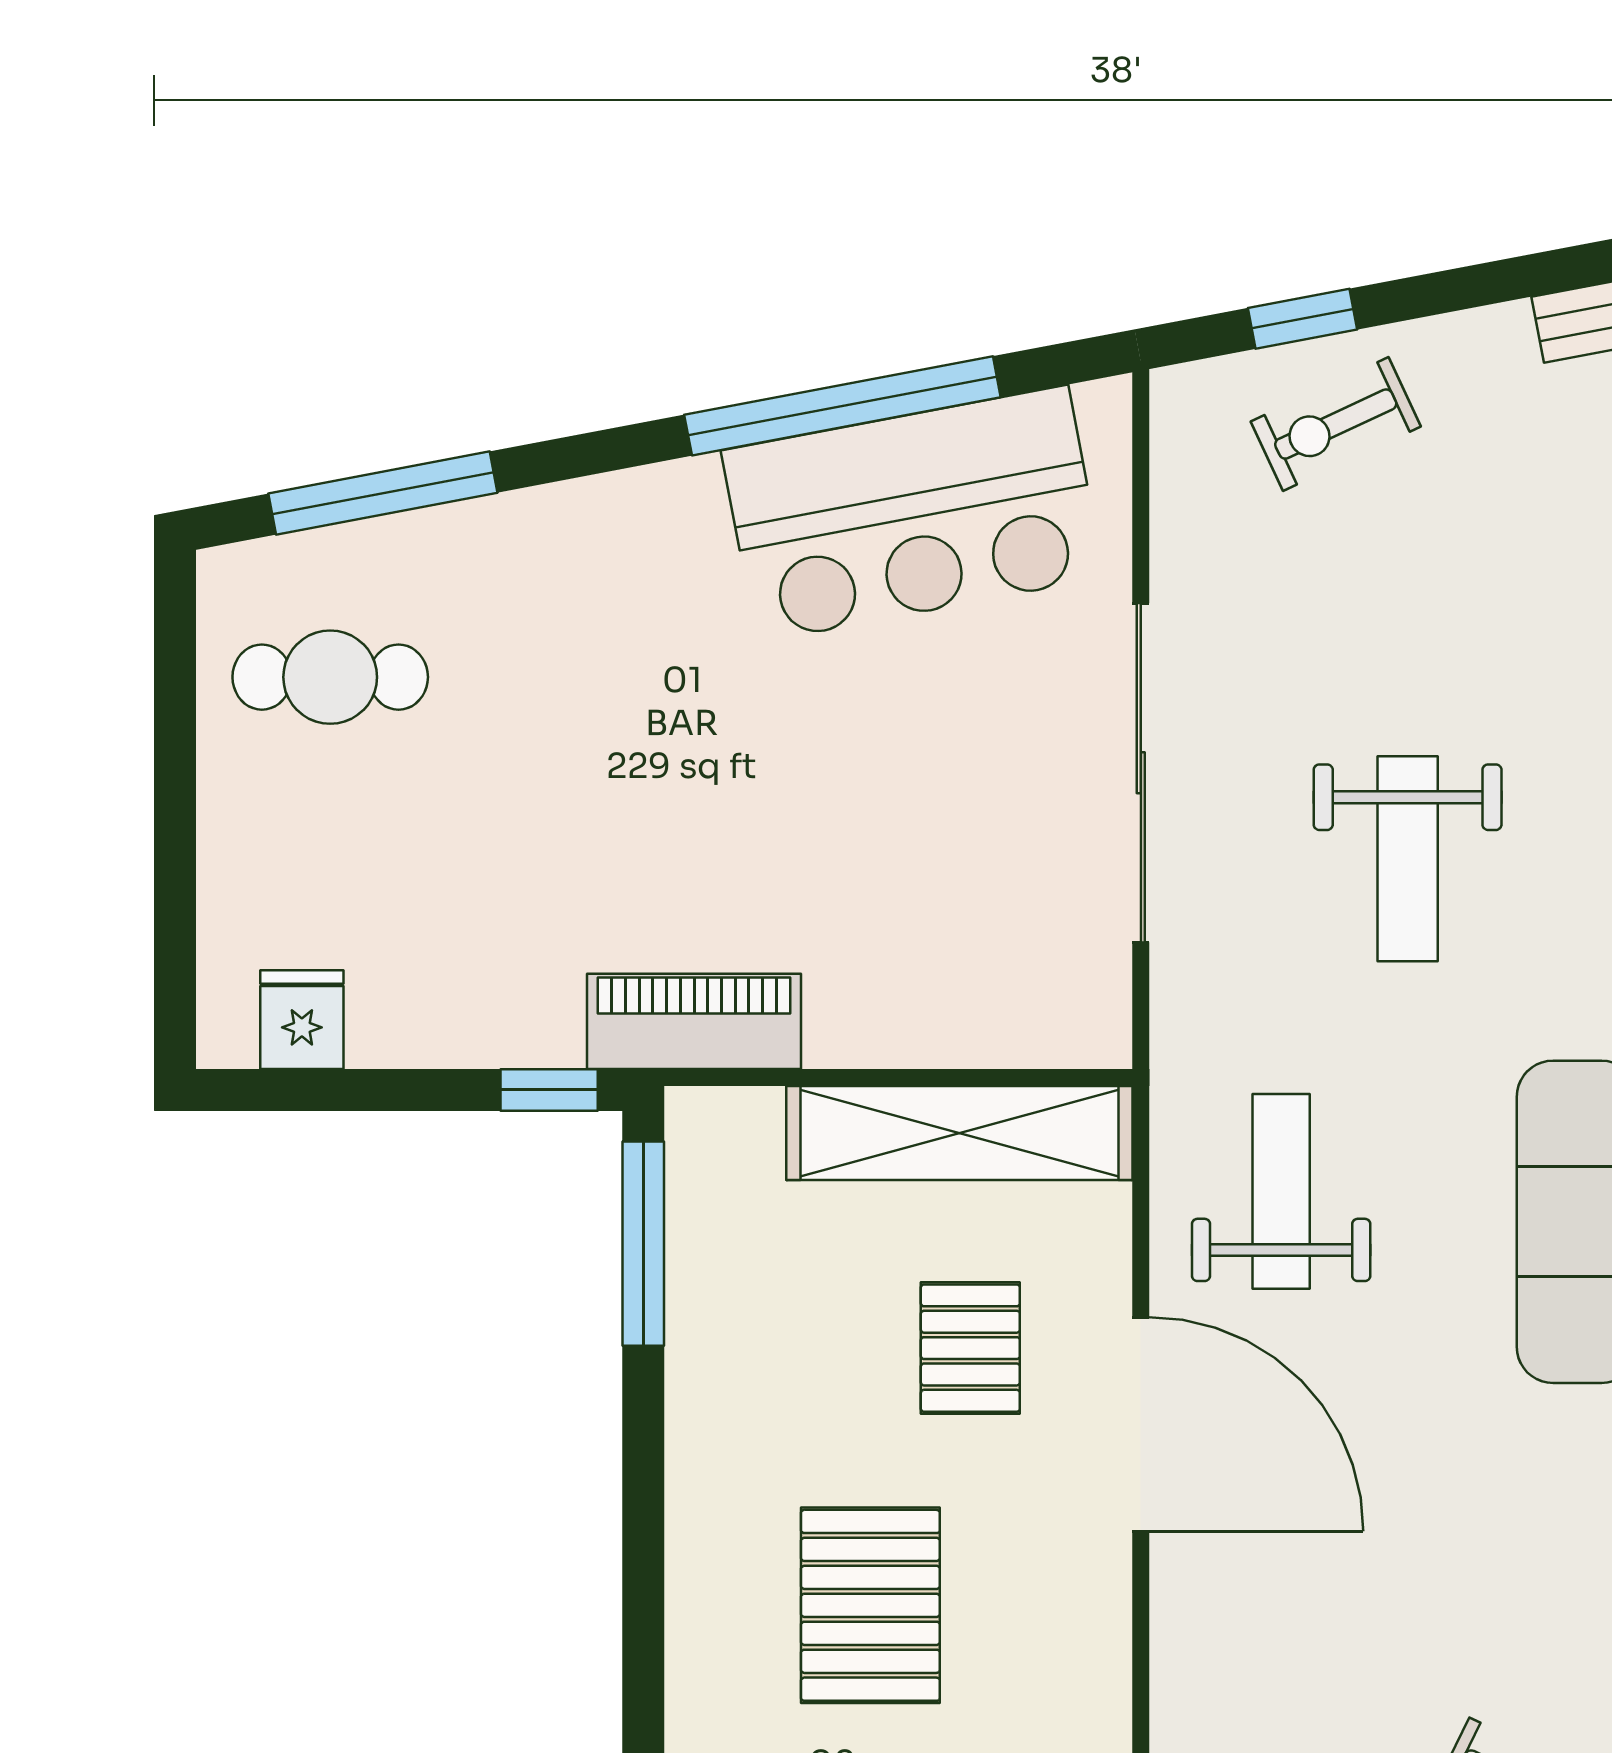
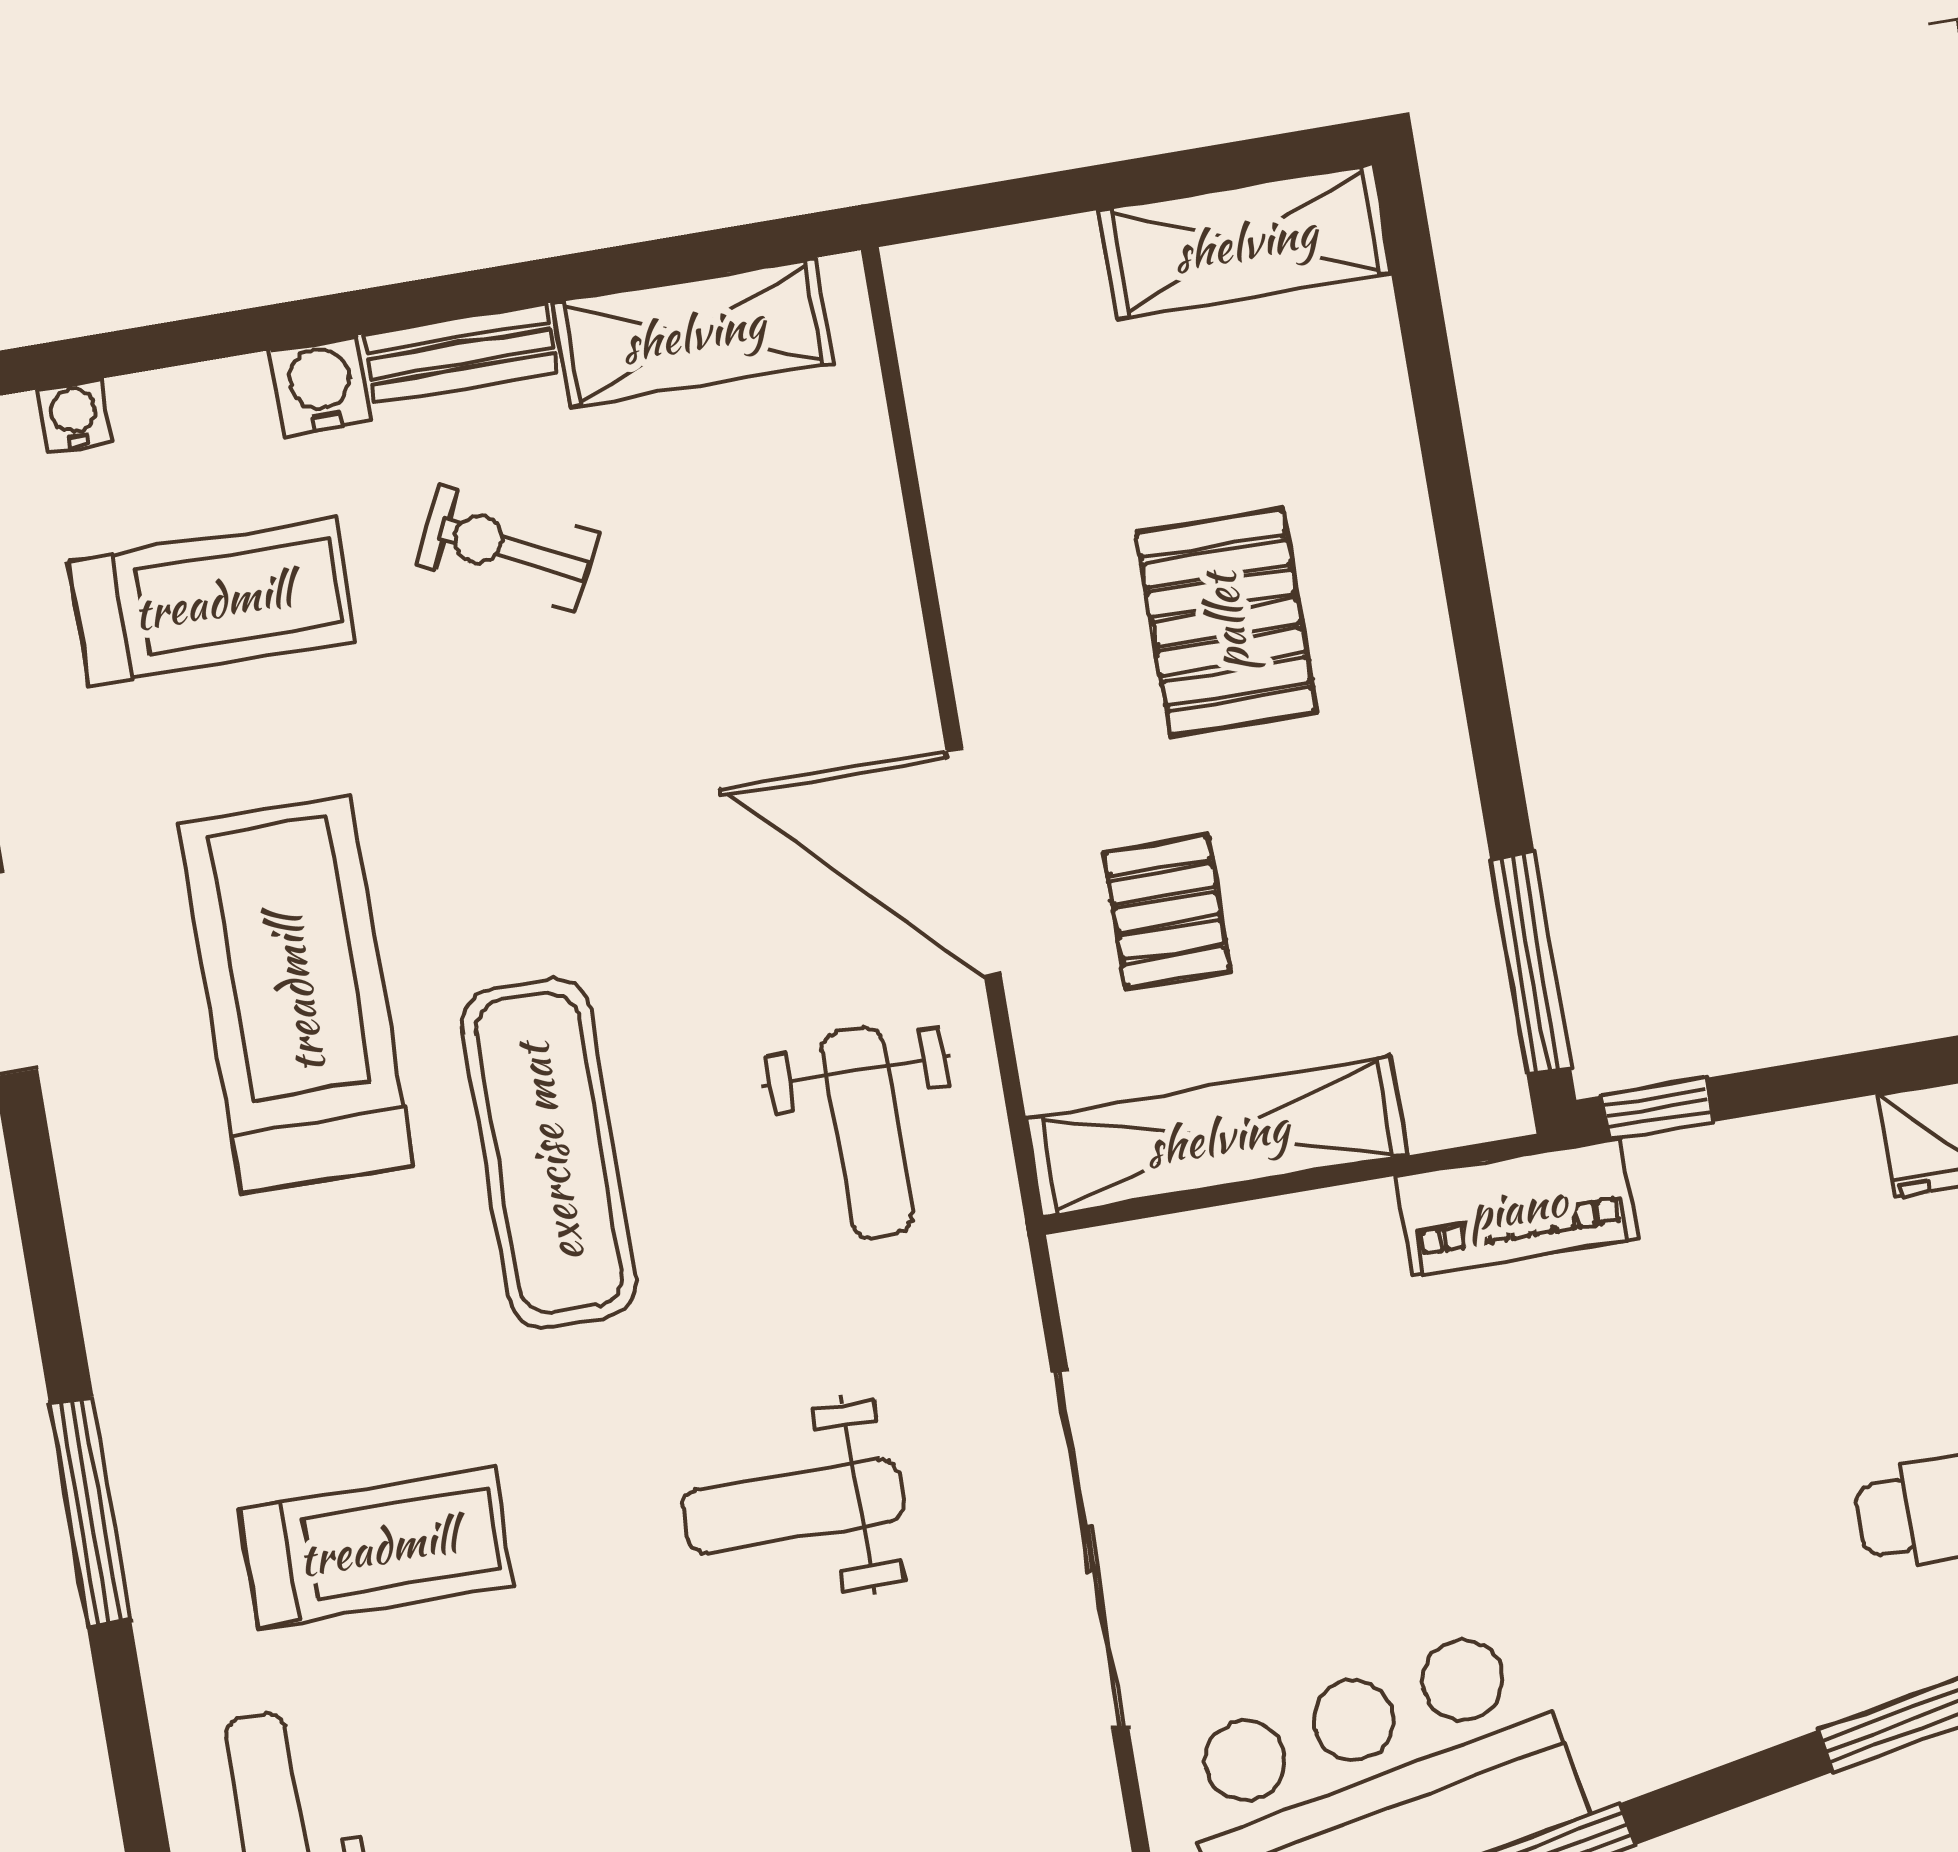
weight bench: (1408, 859) -> (793, 1506), turned -90

